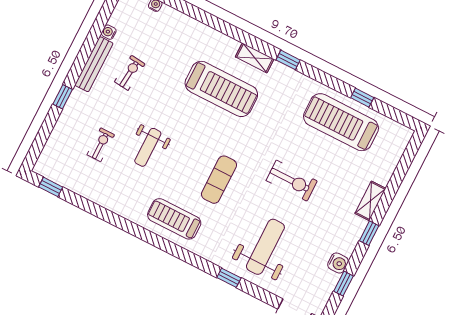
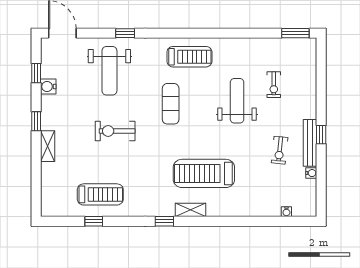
window: (63, 97) -> (321, 135), moved
treadmill: (341, 122) -> (100, 194), width x0.73, depth x0.73
weight bench: (148, 147) -> (237, 101), width x1.36, depth x1.33
window: (51, 187) -> (295, 33), width x1.50

